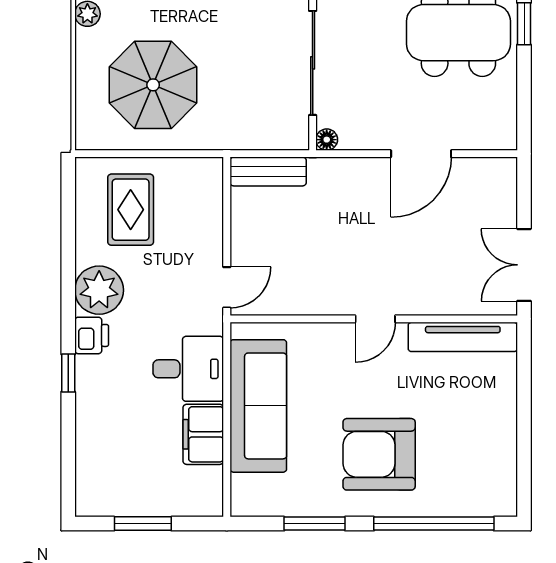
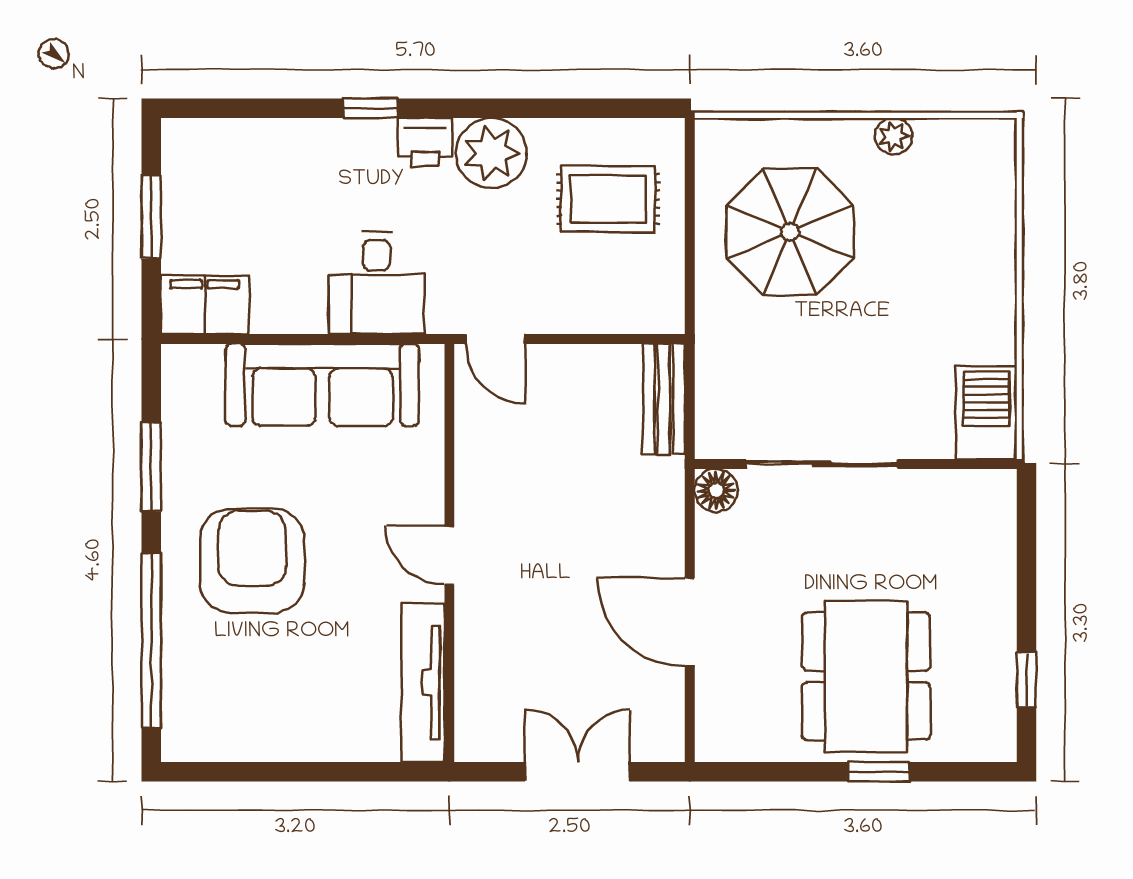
floor lamp: (327, 140) -> (716, 490), width x1.37, depth x1.37
double door: (524, 265) -> (578, 772), moved
filing cabinet: (203, 434) -> (205, 305), moved

